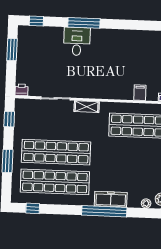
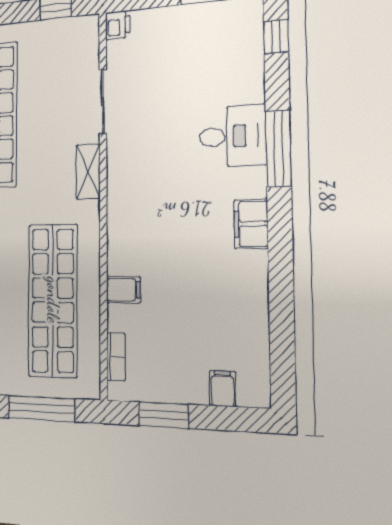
filing cabinet: (115, 36) -> (251, 224), added

